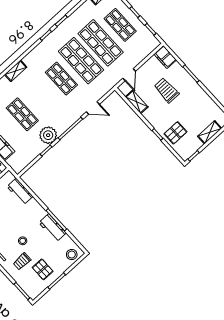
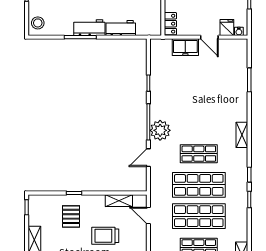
shelving: (16, 71) -> (242, 135), moved
trolley: (166, 90) -> (105, 236), turned 180
shop shelf: (22, 114) -> (199, 91), removed
pallet: (175, 133) -> (71, 216), moved
plant: (48, 135) -> (160, 130), moved
workbench: (20, 191) -> (121, 28), moved
workbench: (53, 228) -> (89, 28), moved

